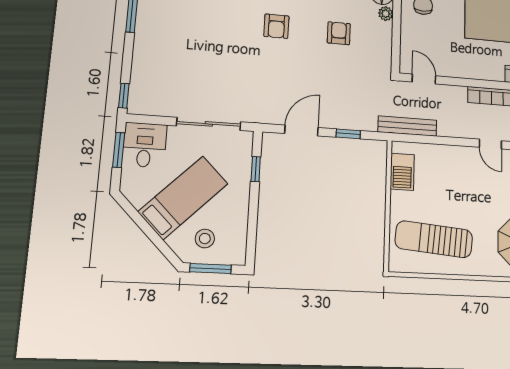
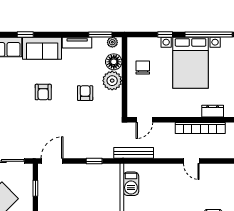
plant: (386, 14) -> (112, 81), width x1.87, depth x1.87
door: (424, 79) -> (144, 120), swing flipped
door: (301, 130) -> (52, 161), moved

